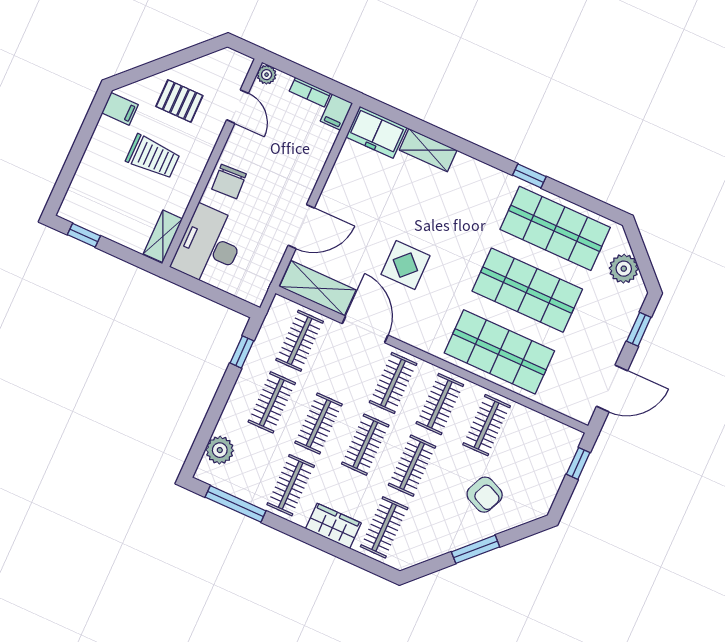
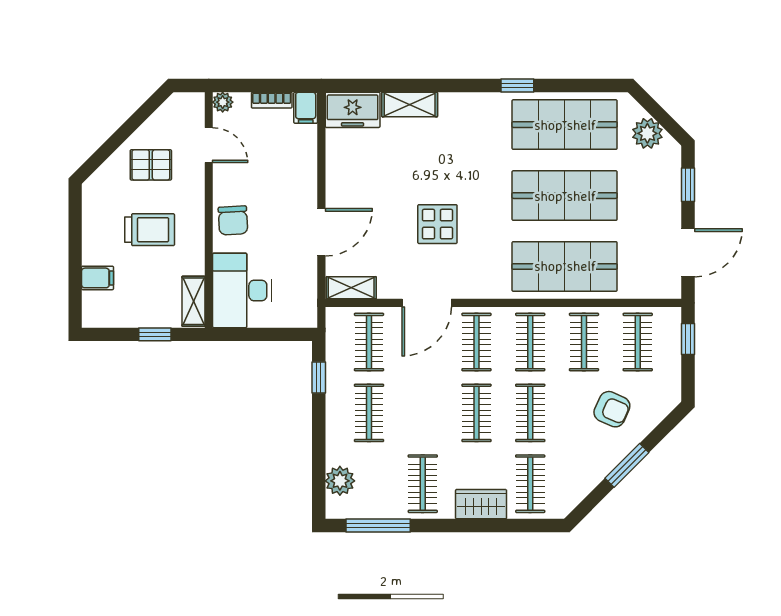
filing cabinet: (120, 109) -> (98, 278), moved
window: (84, 235) -> (155, 334), moved
shelving: (318, 288) -> (351, 288), width x0.67, depth x0.75
door: (365, 329) -> (427, 303), swing flipped
clothes rail: (318, 423) -> (638, 342), moved

